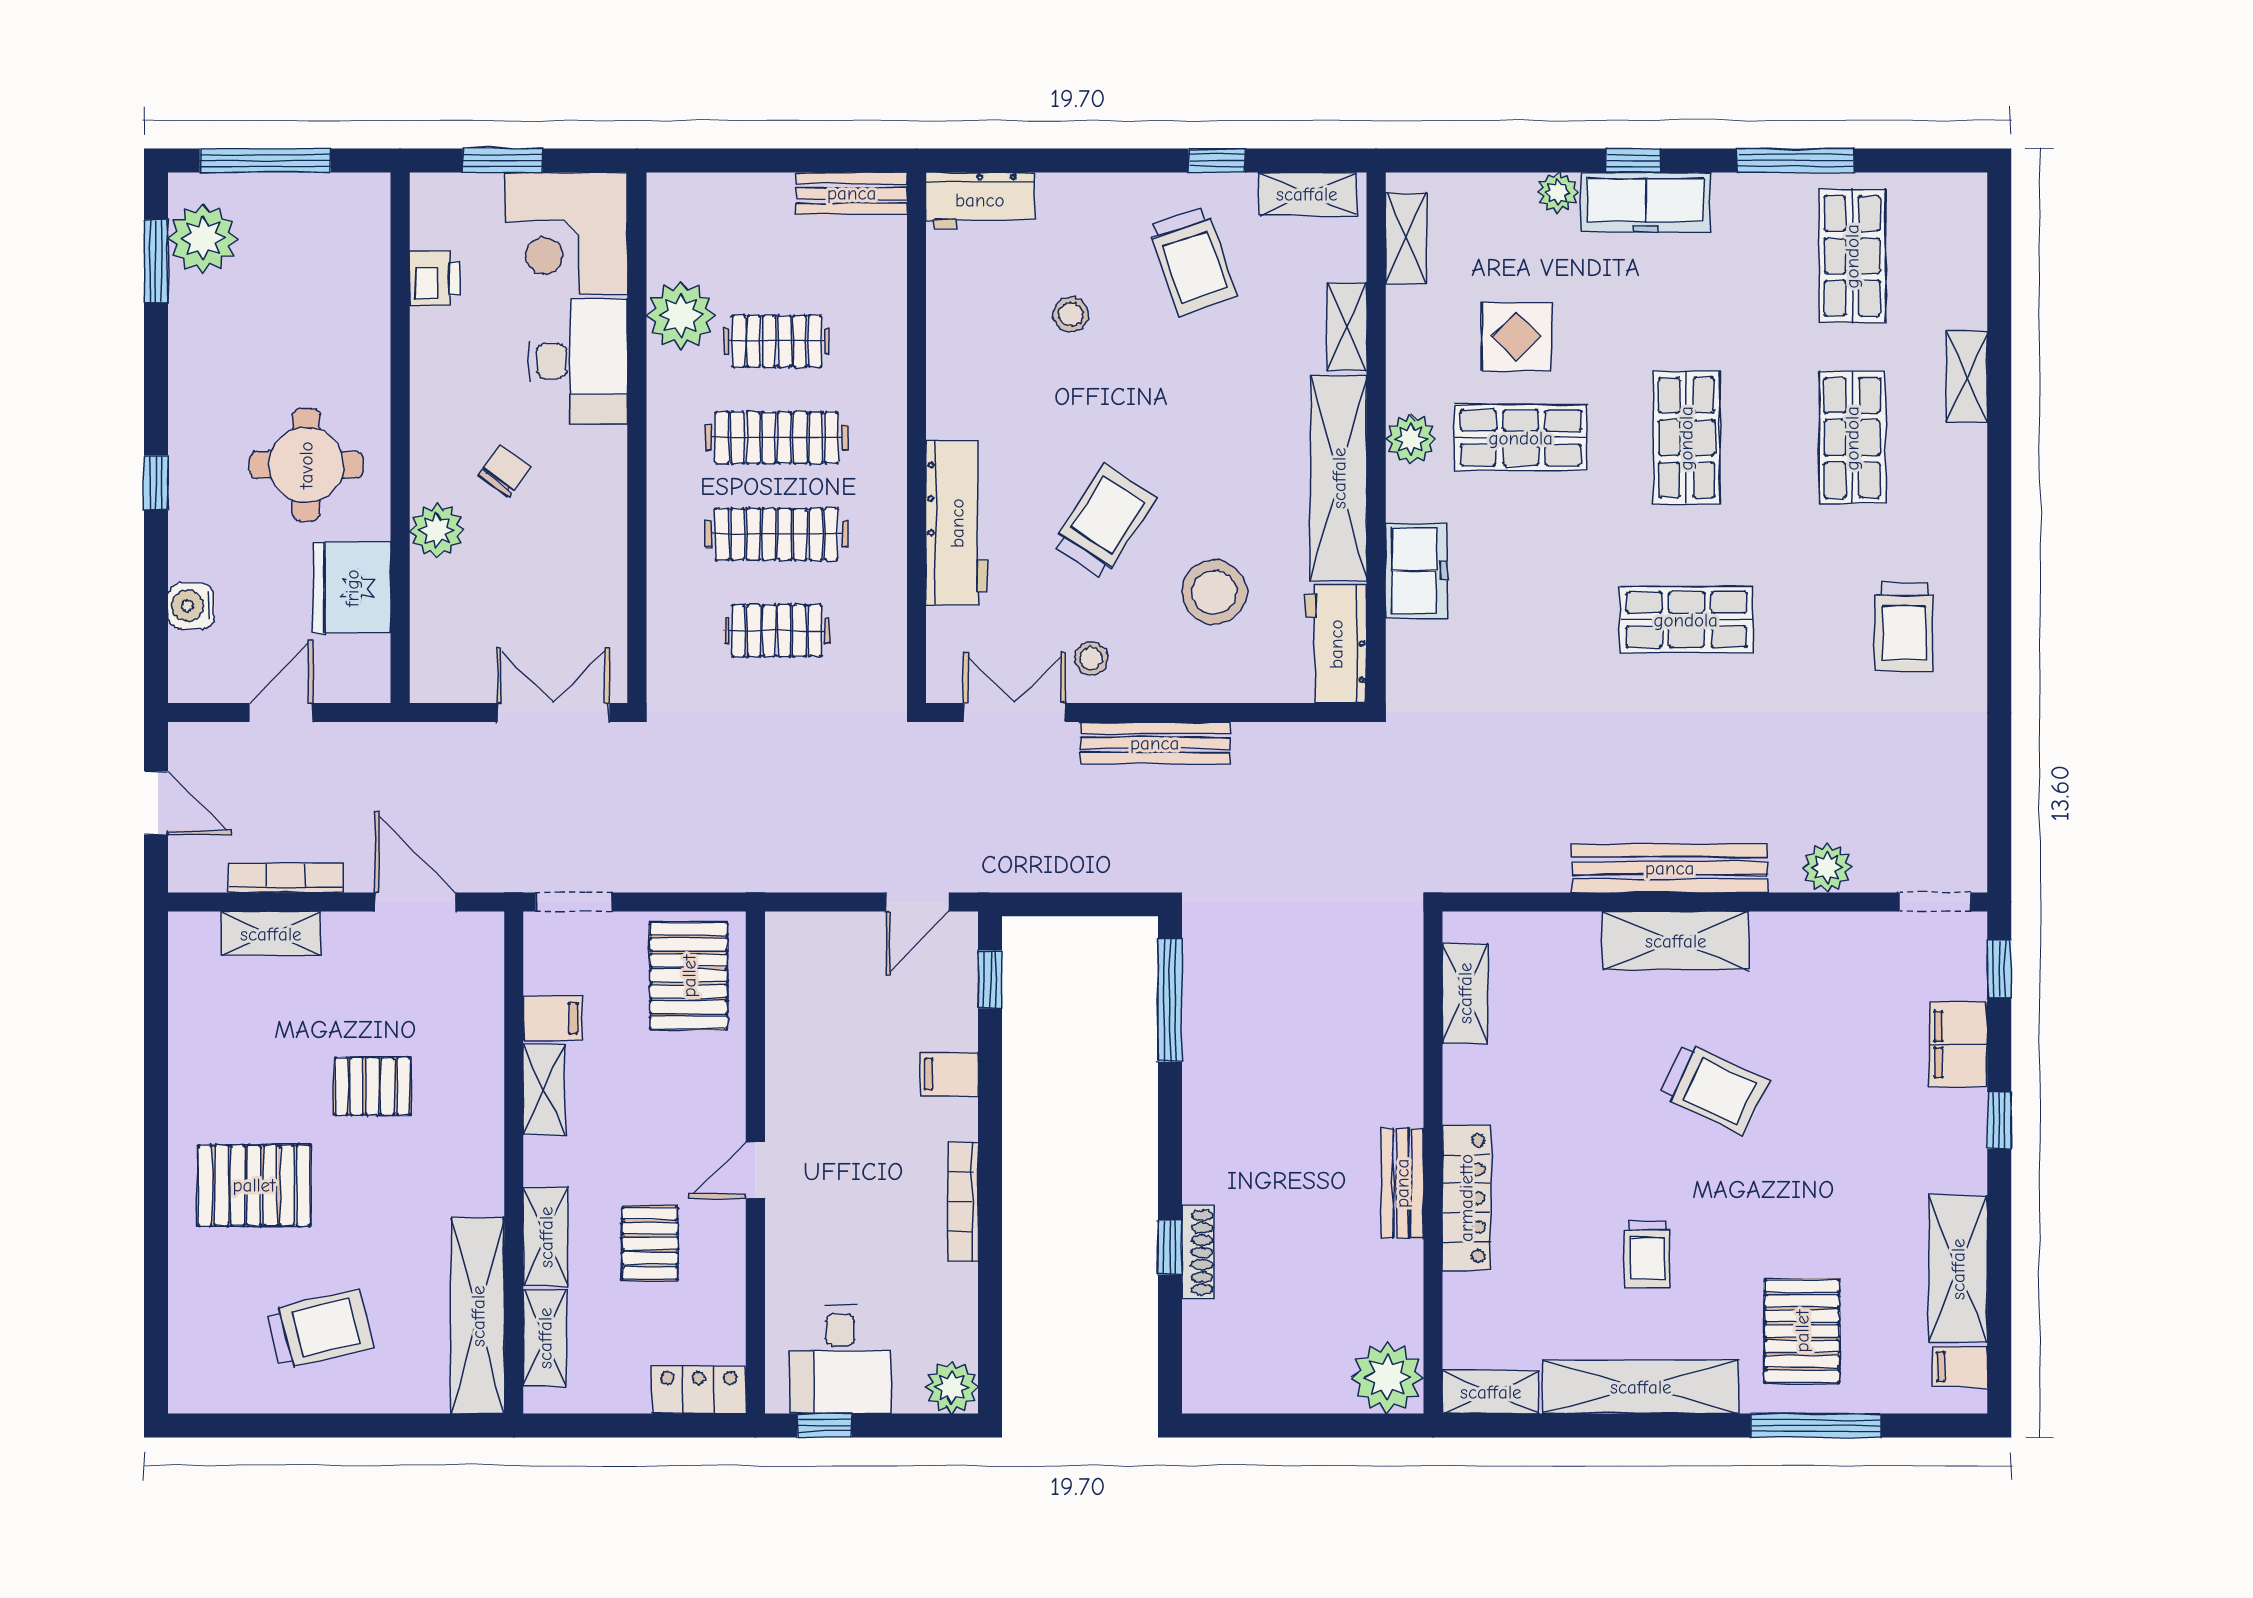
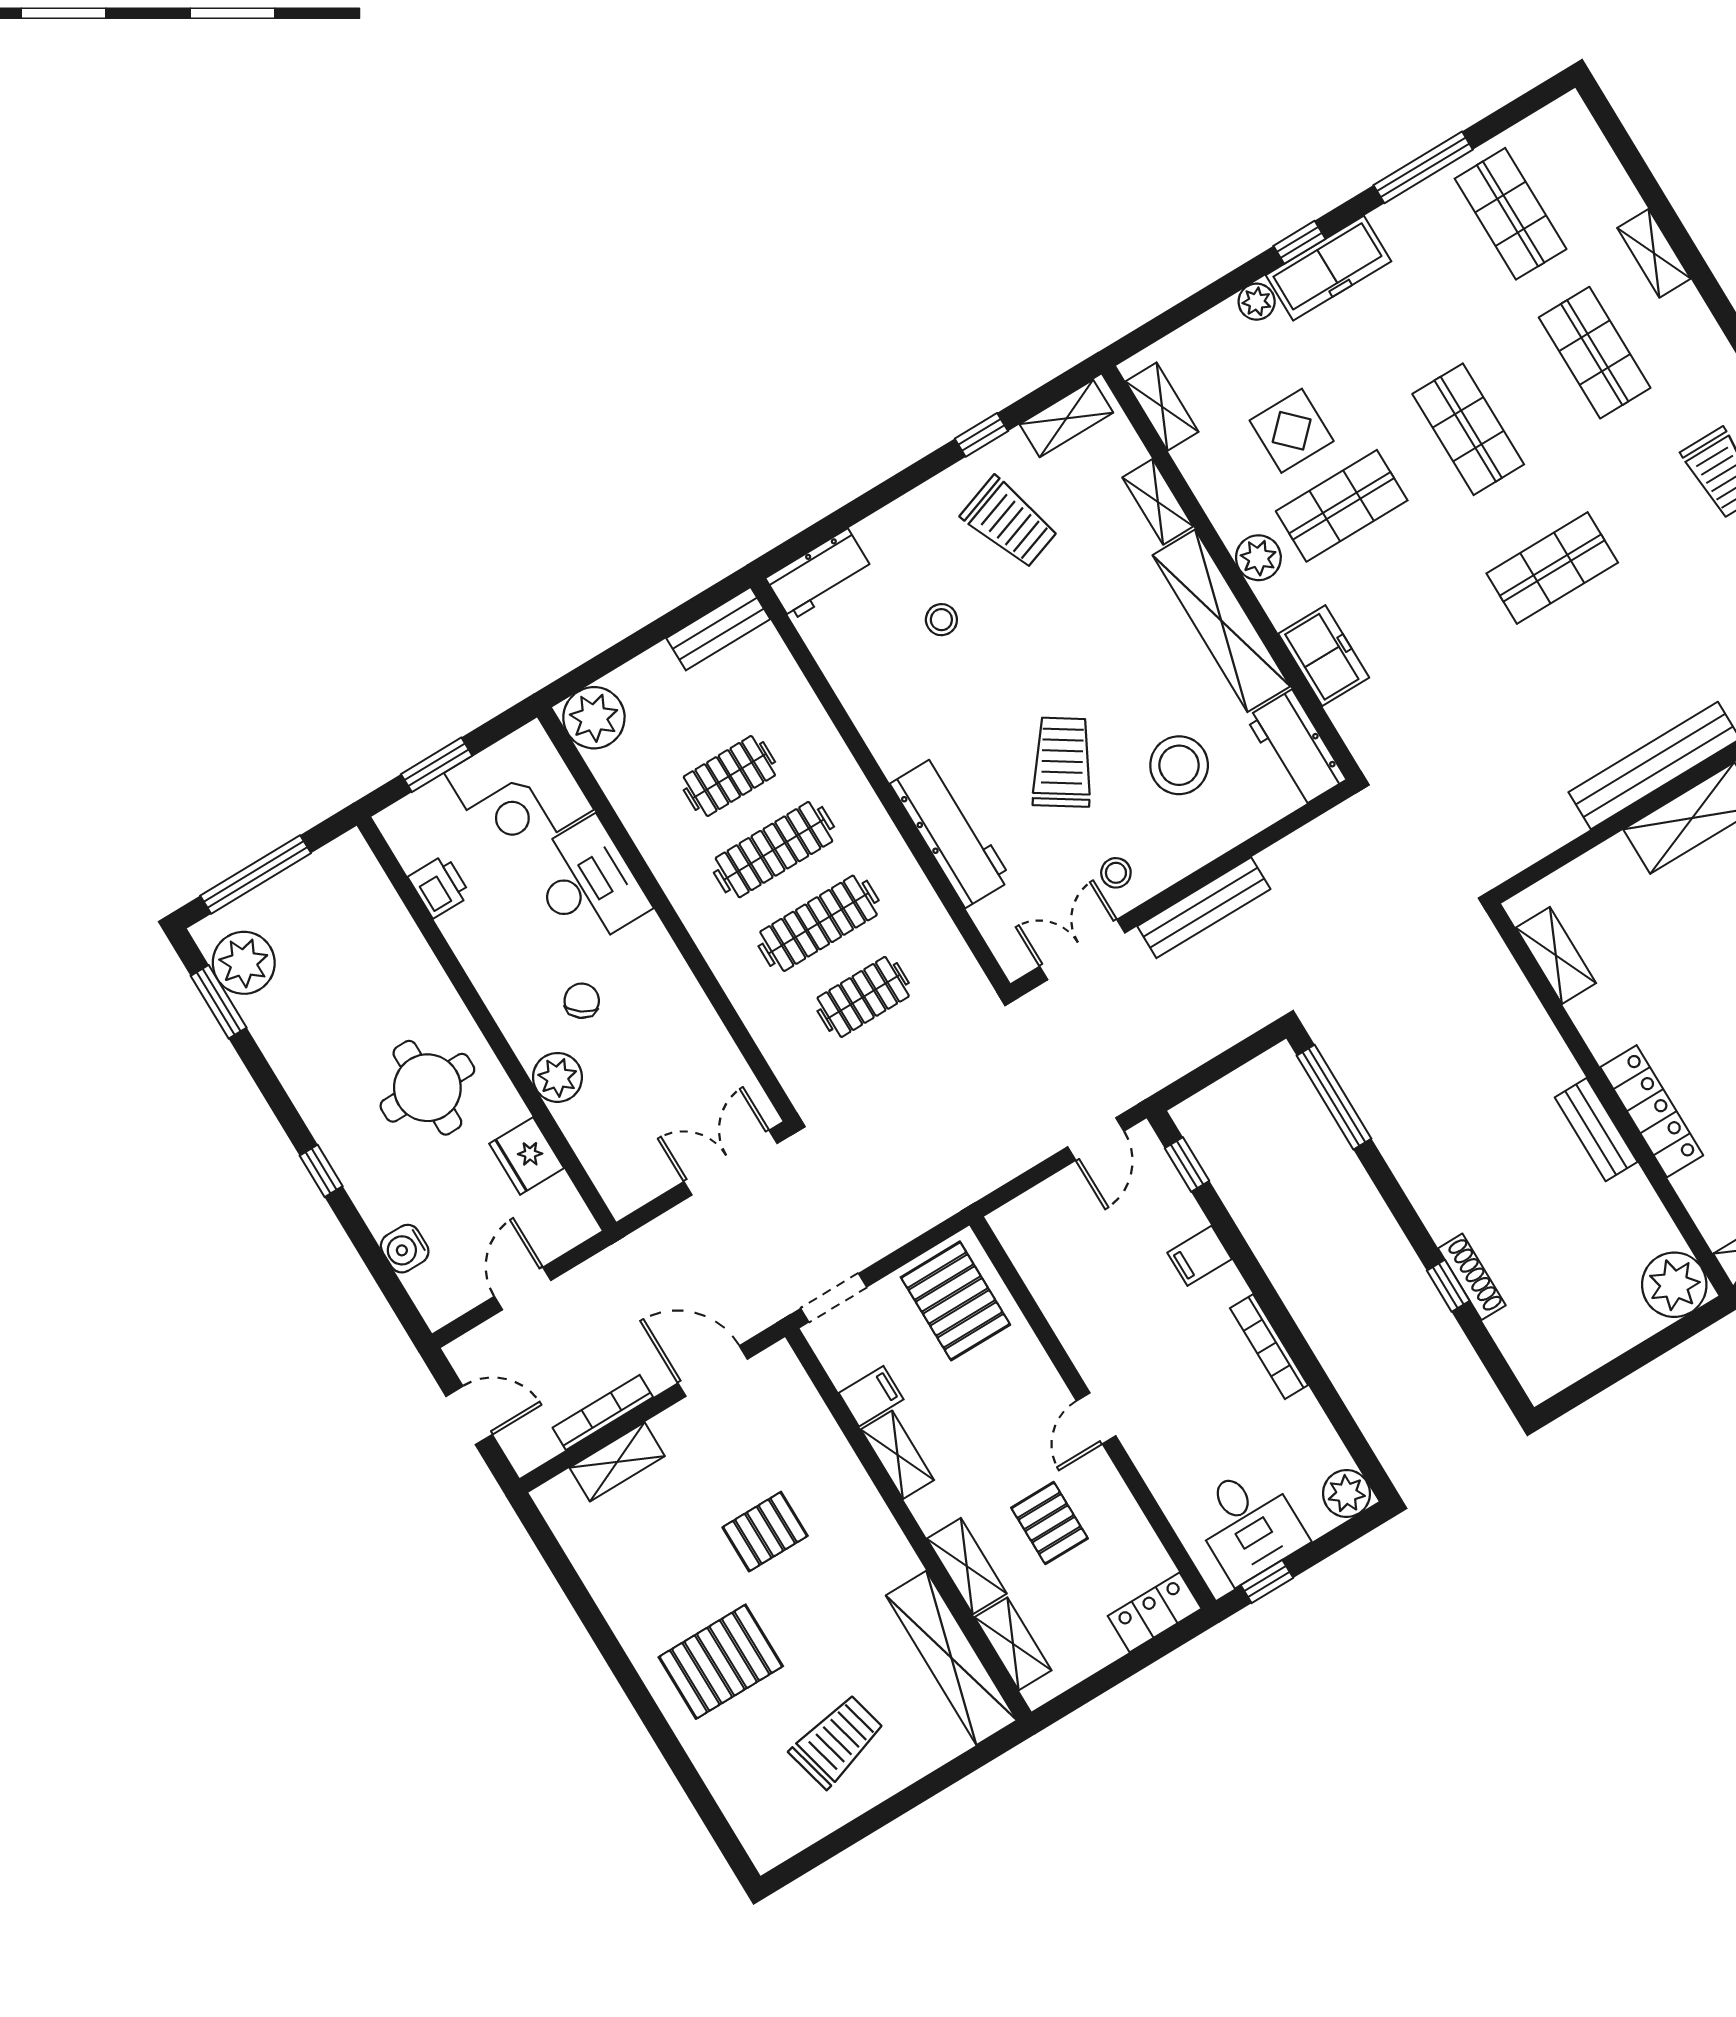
plant: (681, 315) -> (594, 718), moved
fridge: (352, 588) -> (527, 1156), width x0.73, depth x0.75

